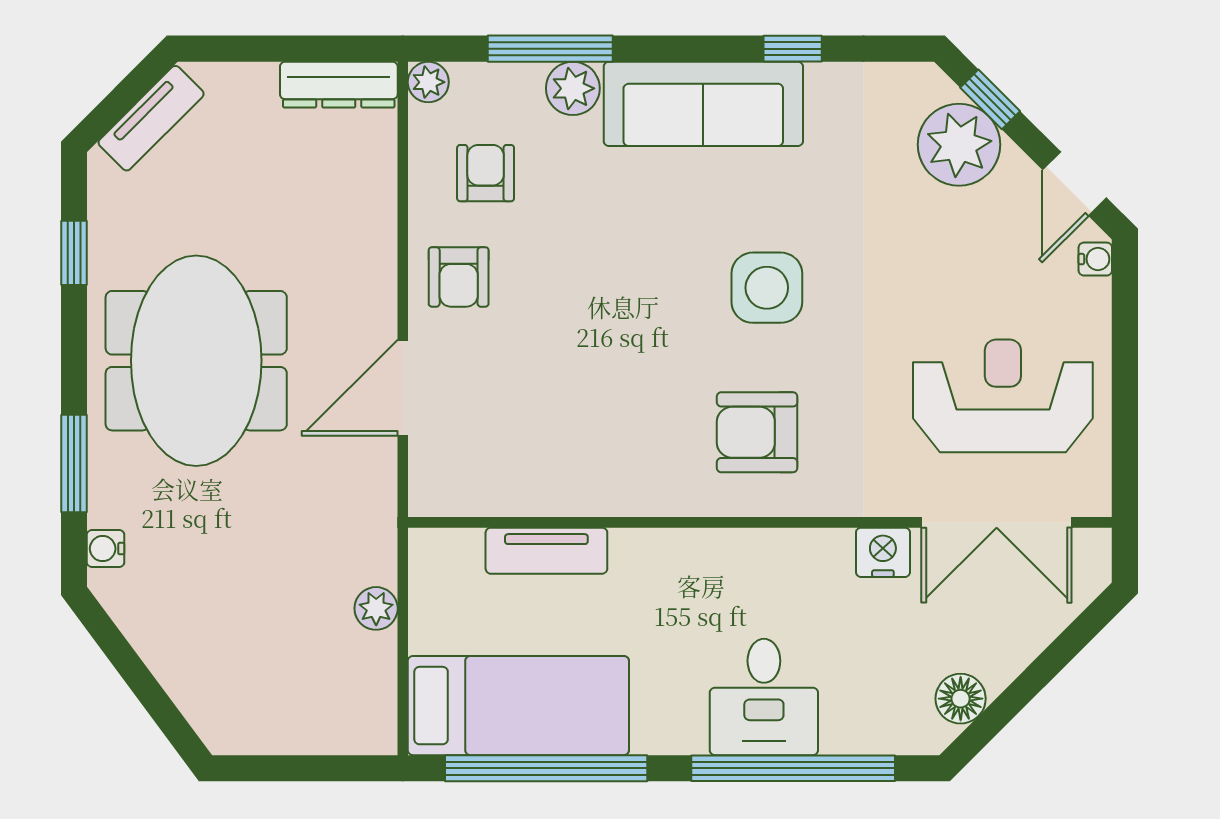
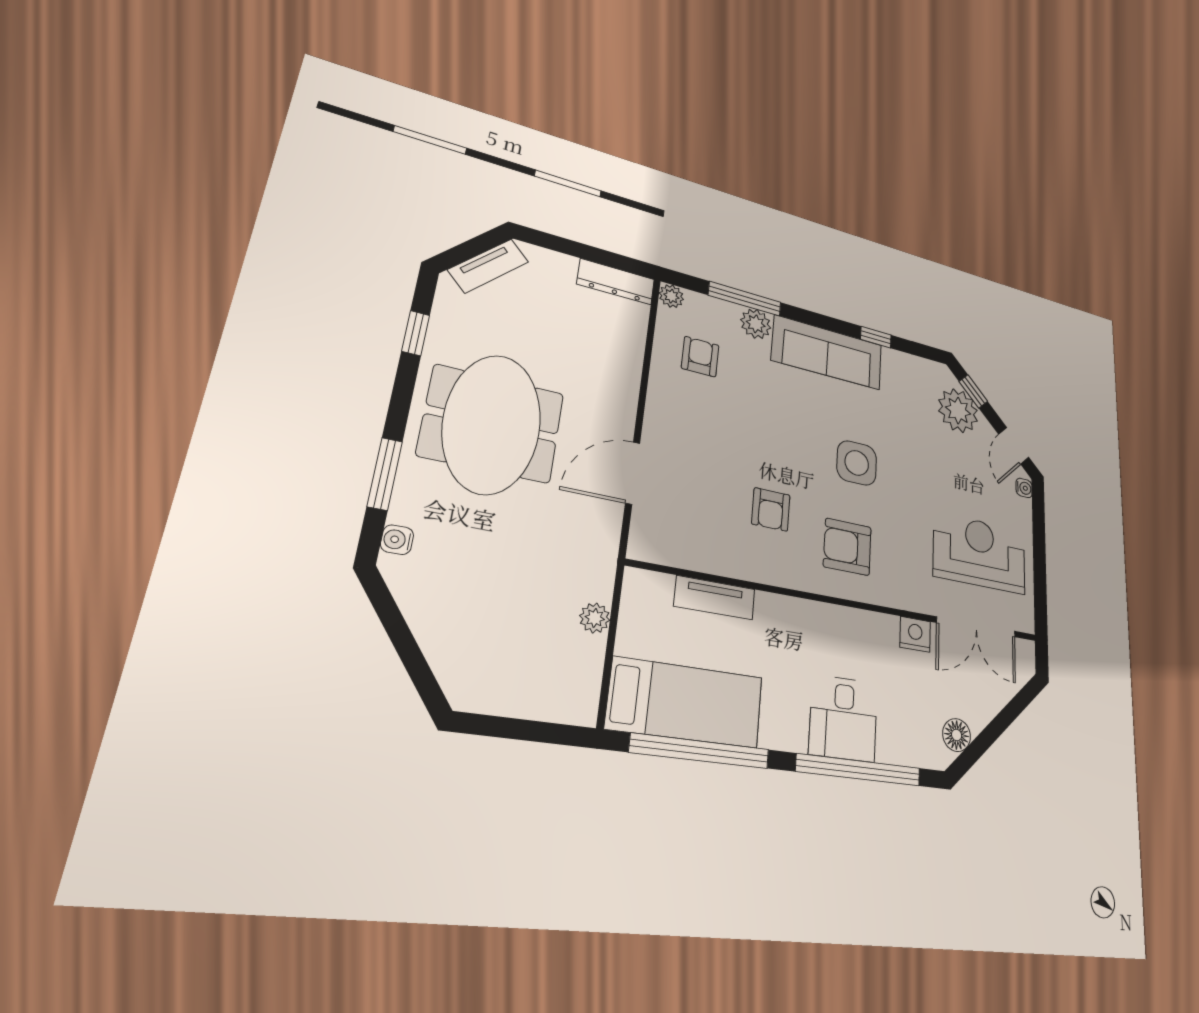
armchair: (459, 277) -> (771, 509), moved

